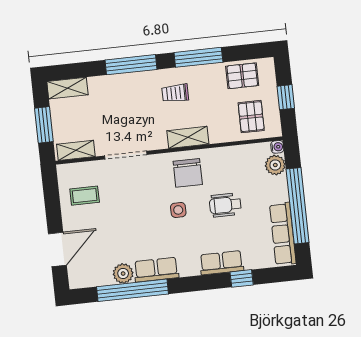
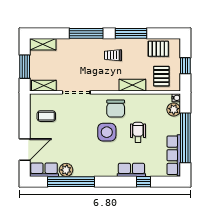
shelving: (188, 137) -> (132, 85), moved
wheelchair: (225, 205) -> (138, 132), turned 90
side table: (178, 210) -> (107, 132), width x1.87, depth x1.87
row of seats: (156, 270) -> (44, 170), moved

